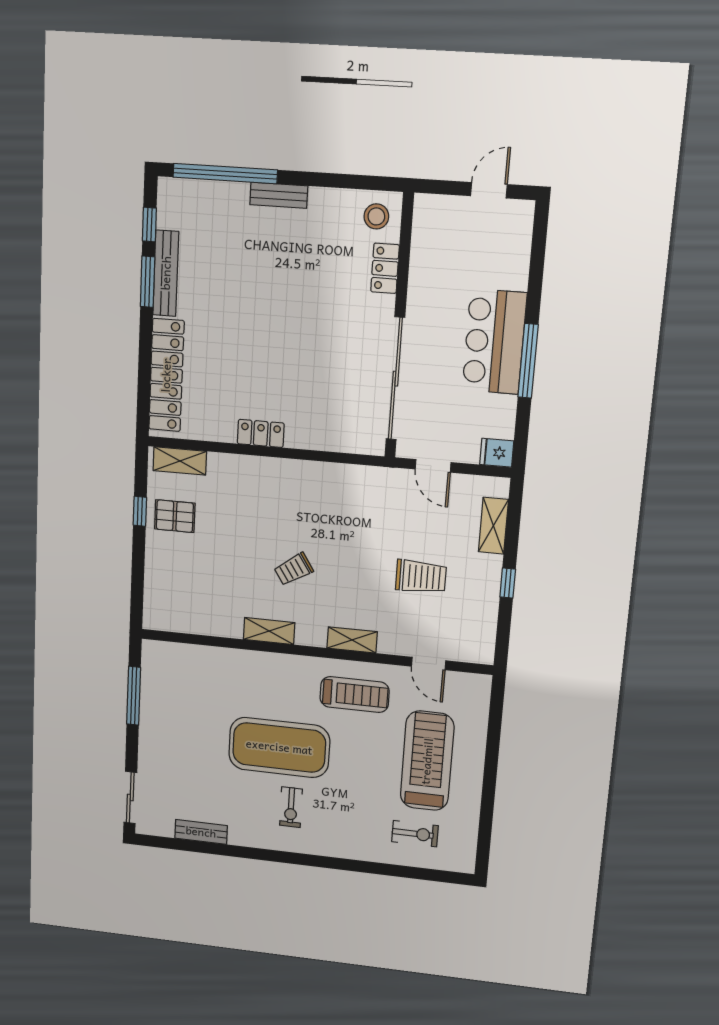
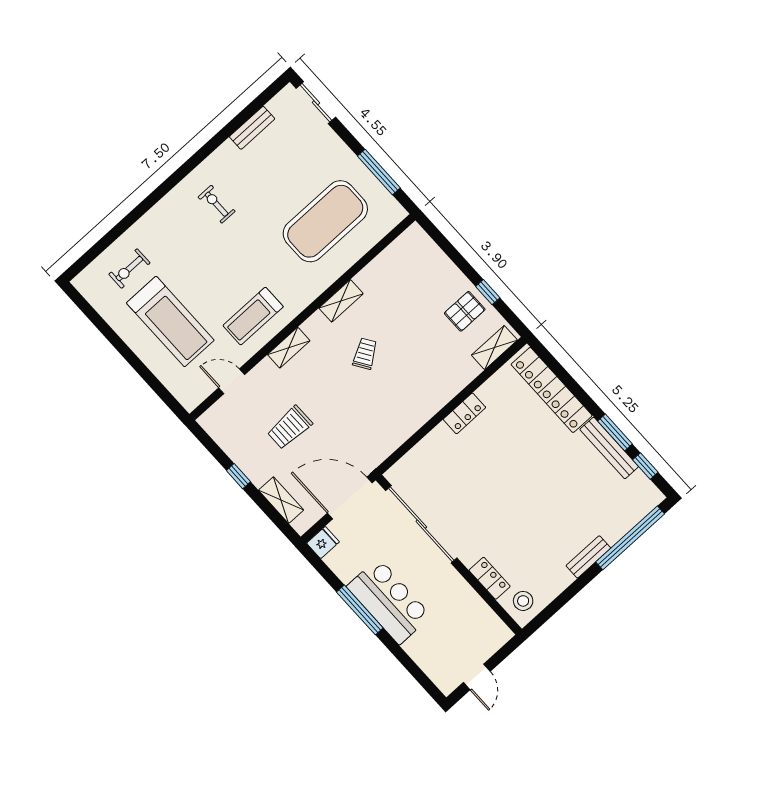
door: (433, 466) -> (350, 498), width x1.87
exercise mat: (279, 747) -> (325, 221), moved

